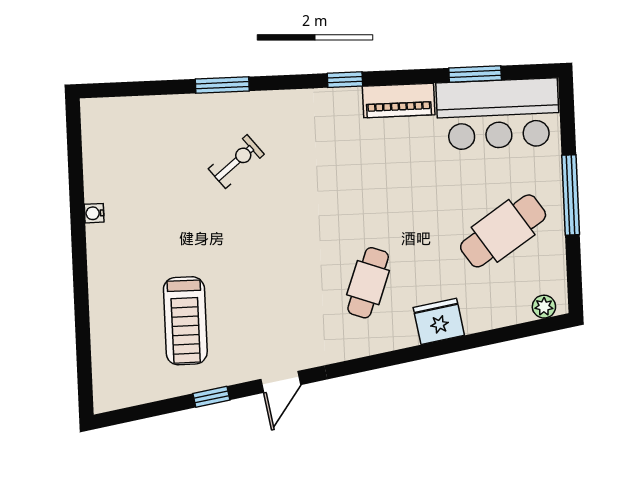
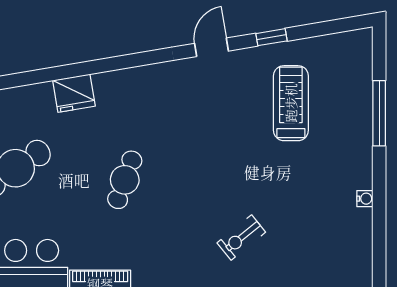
cafe table: (368, 283) -> (125, 180), moved
window: (82, 314) -> (379, 113), added

